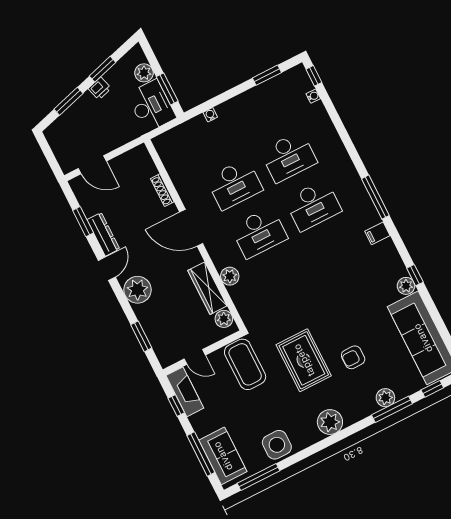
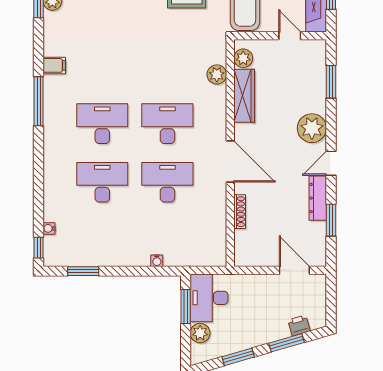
printer: (100, 88) -> (299, 325), moved
plant: (230, 276) -> (217, 74), moved

